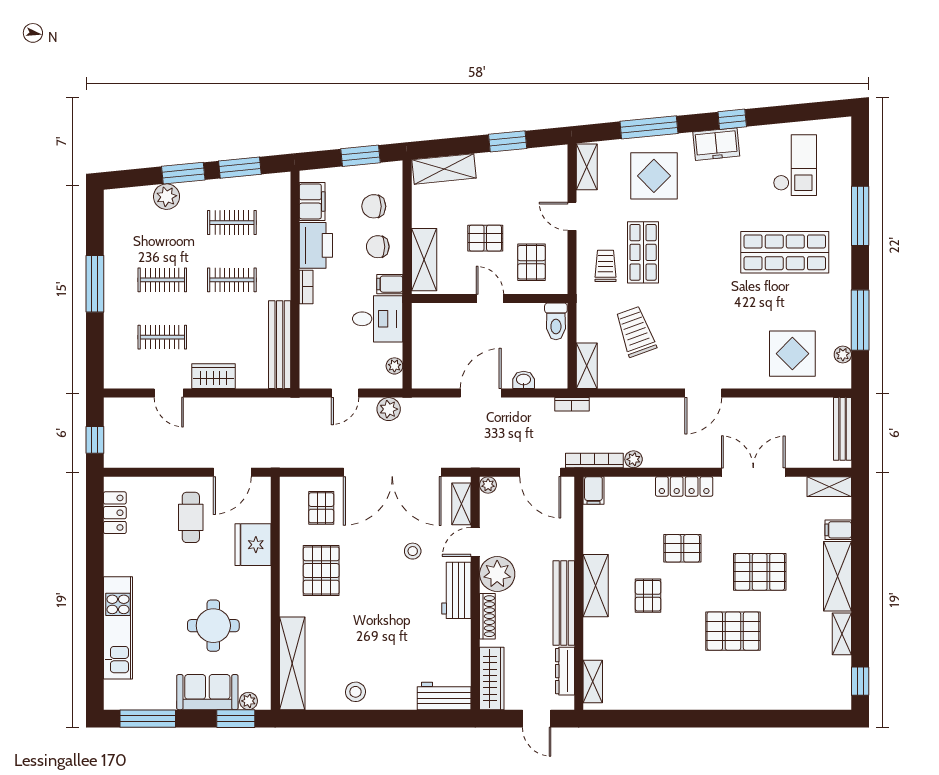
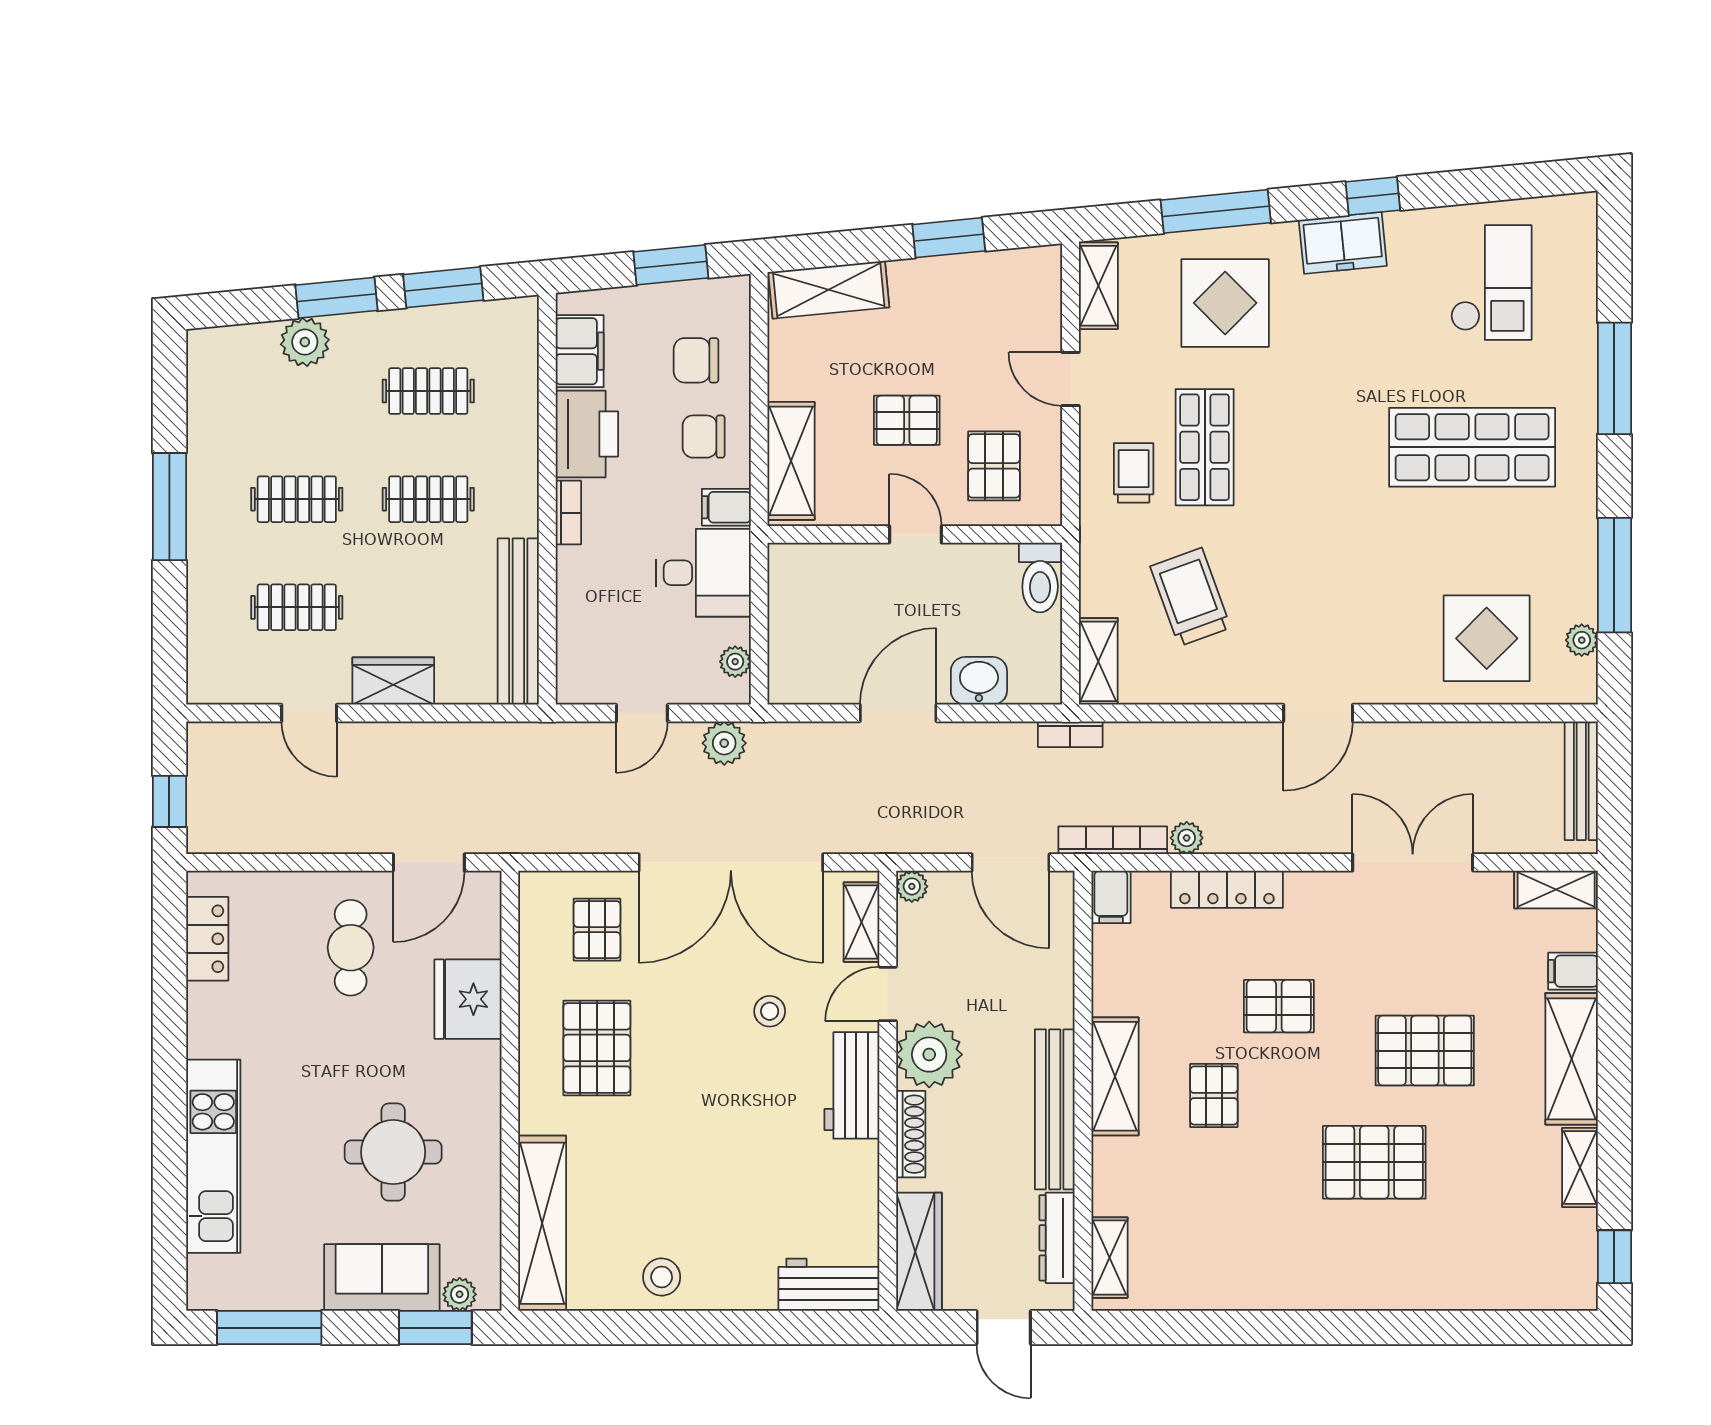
washbasin: (524, 380) -> (979, 681), width x1.38, depth x1.45
locker: (684, 486) -> (1227, 889), moved

